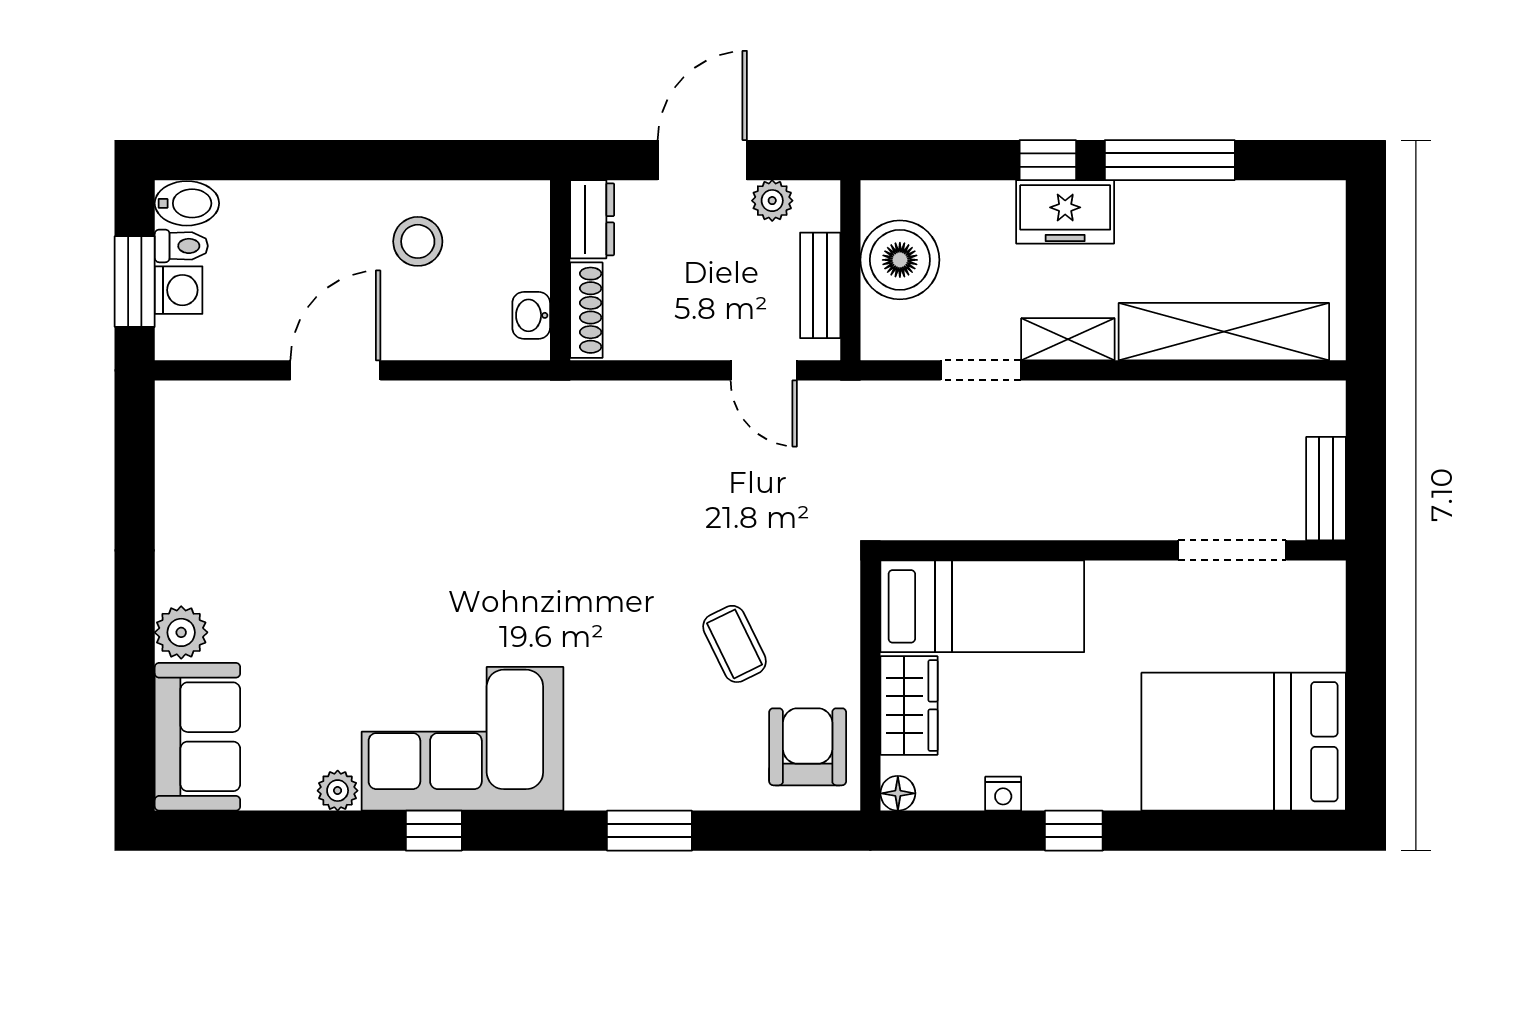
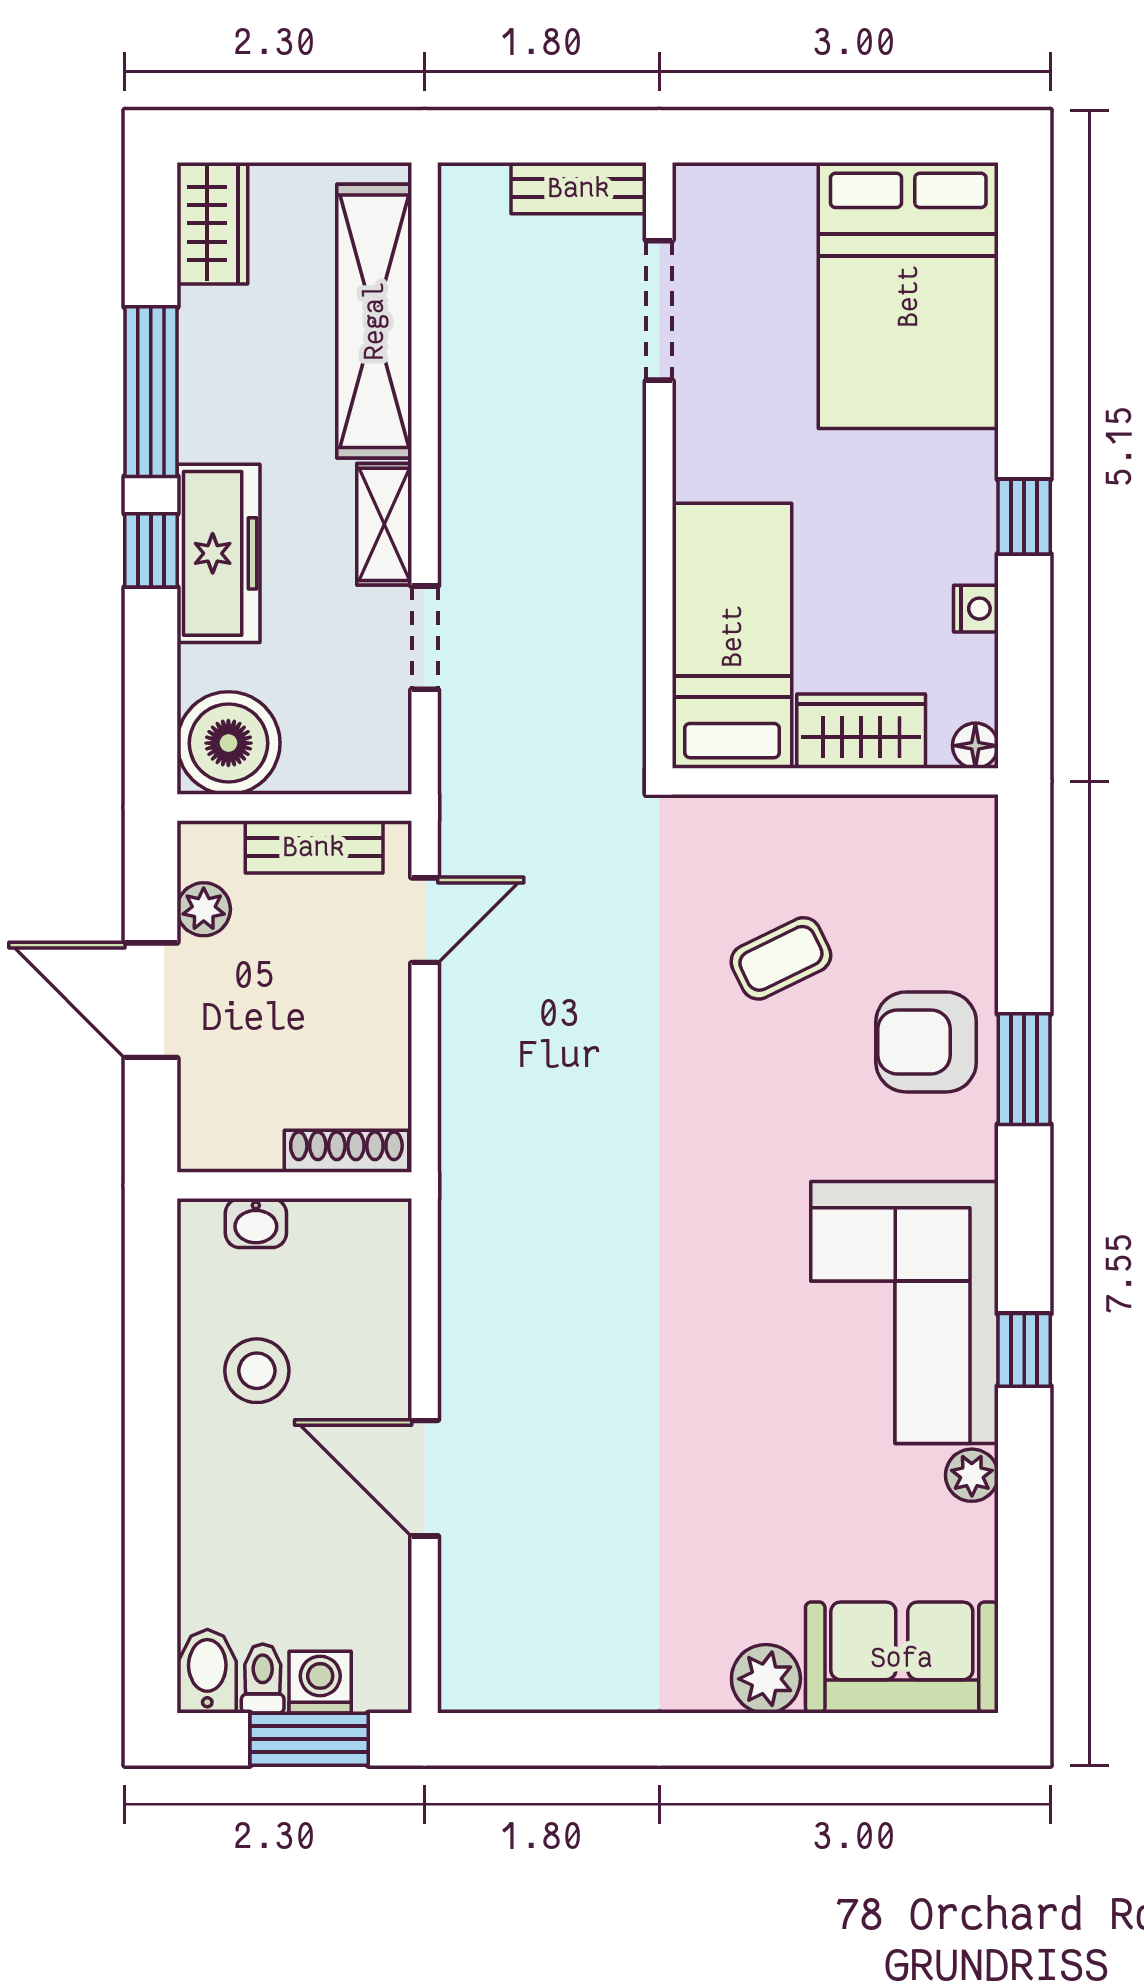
wardrobe: (1299, 207) -> (212, 223), added
freezer: (1065, 212) -> (218, 553), width x1.40
dresser: (592, 219) -> (228, 1144), removed
boiler: (900, 260) -> (228, 743), moved
washbasin: (531, 315) -> (256, 1223), moved
armchair: (808, 747) -> (926, 1042), moved

